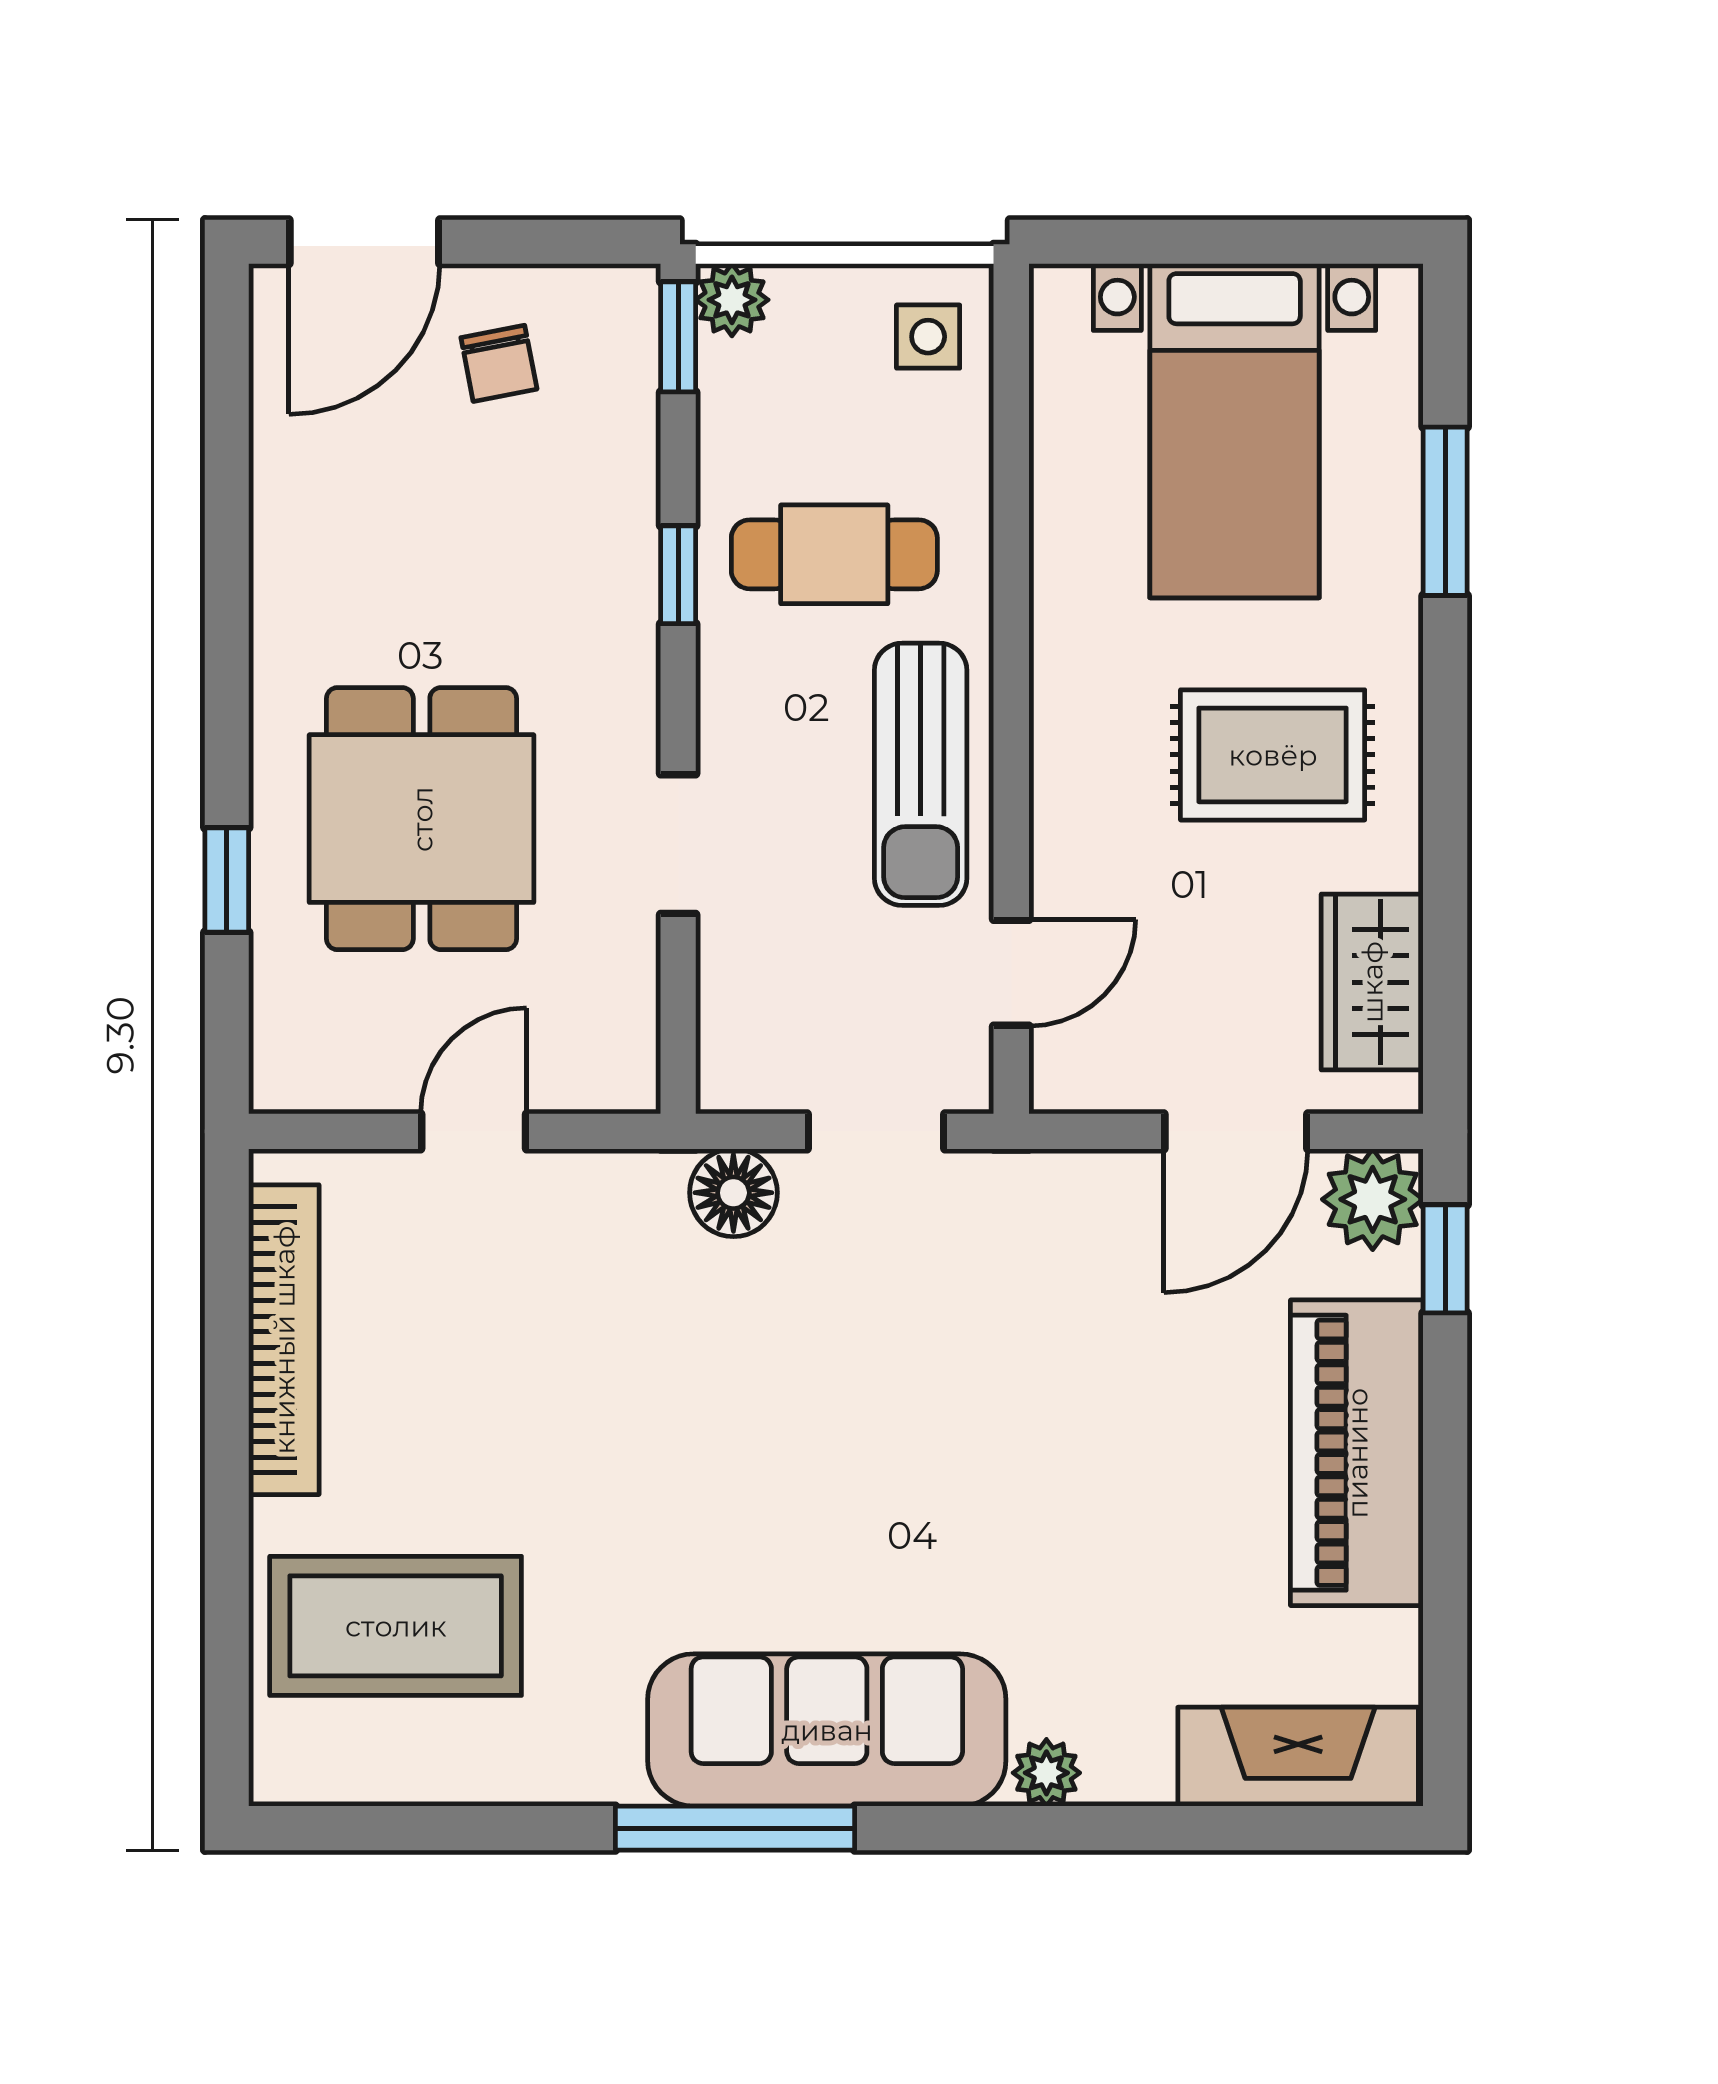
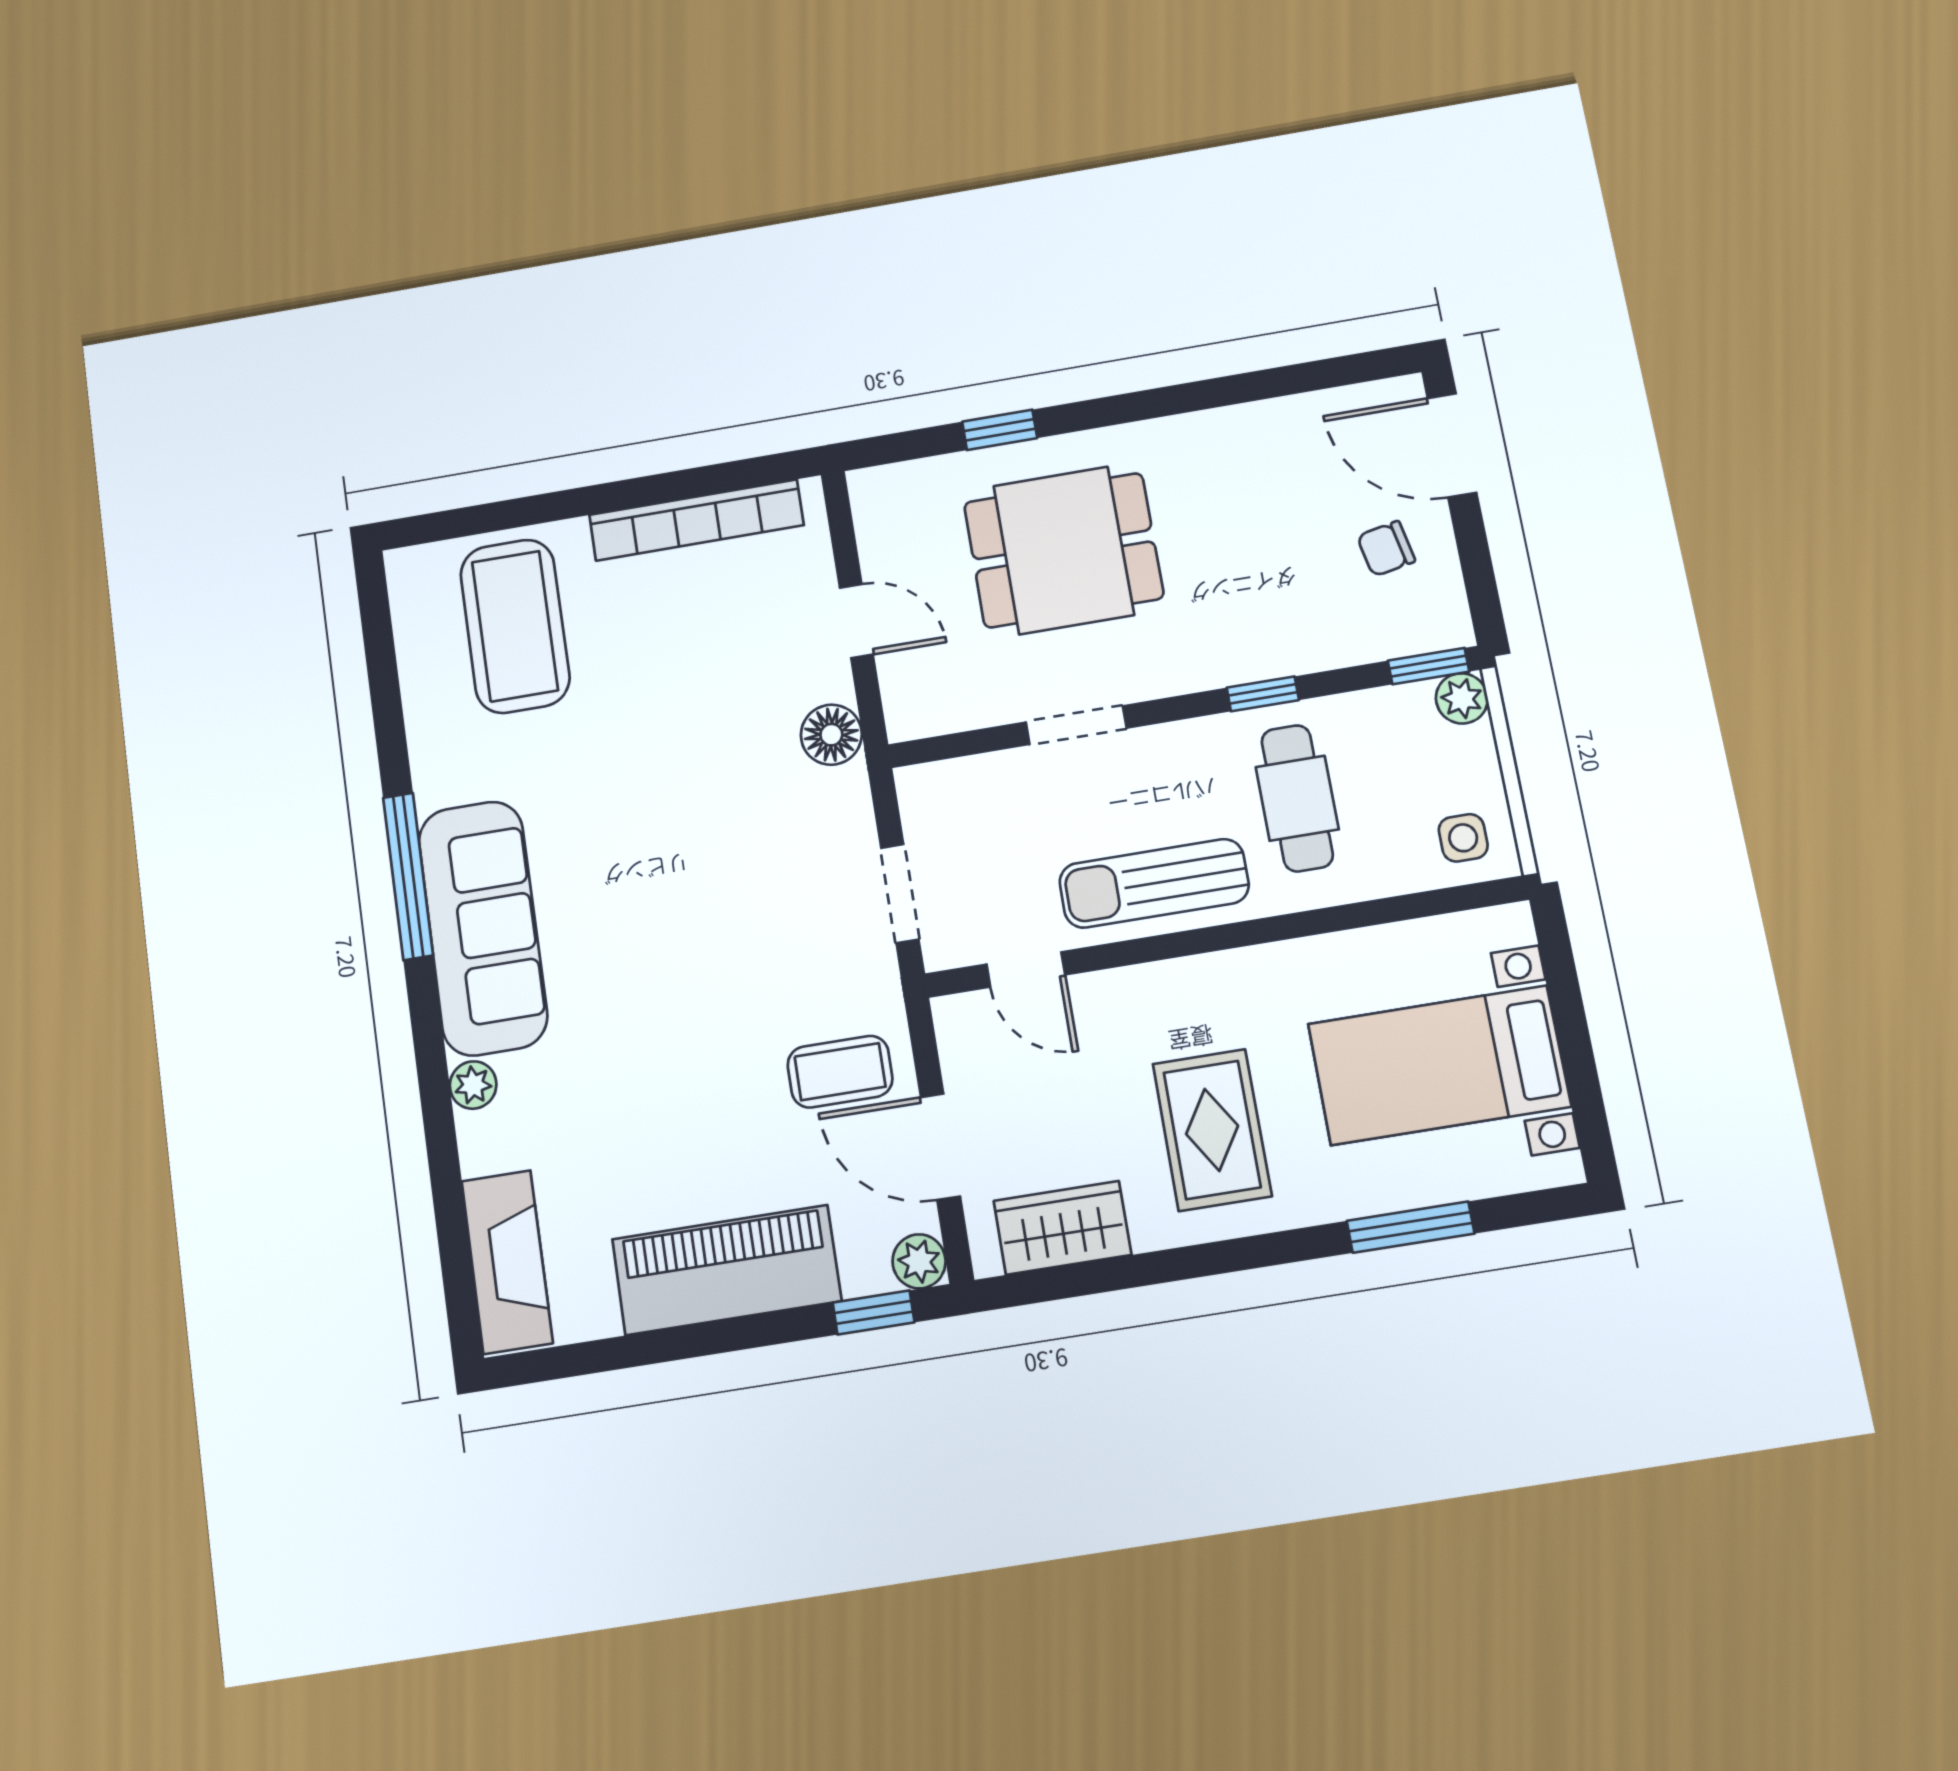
floor lamp: (733, 1193) -> (831, 735), moved
plant: (1373, 1199) -> (919, 1261), width x0.73, depth x0.73
coffee table: (1111, 1254) -> (840, 1072), added

